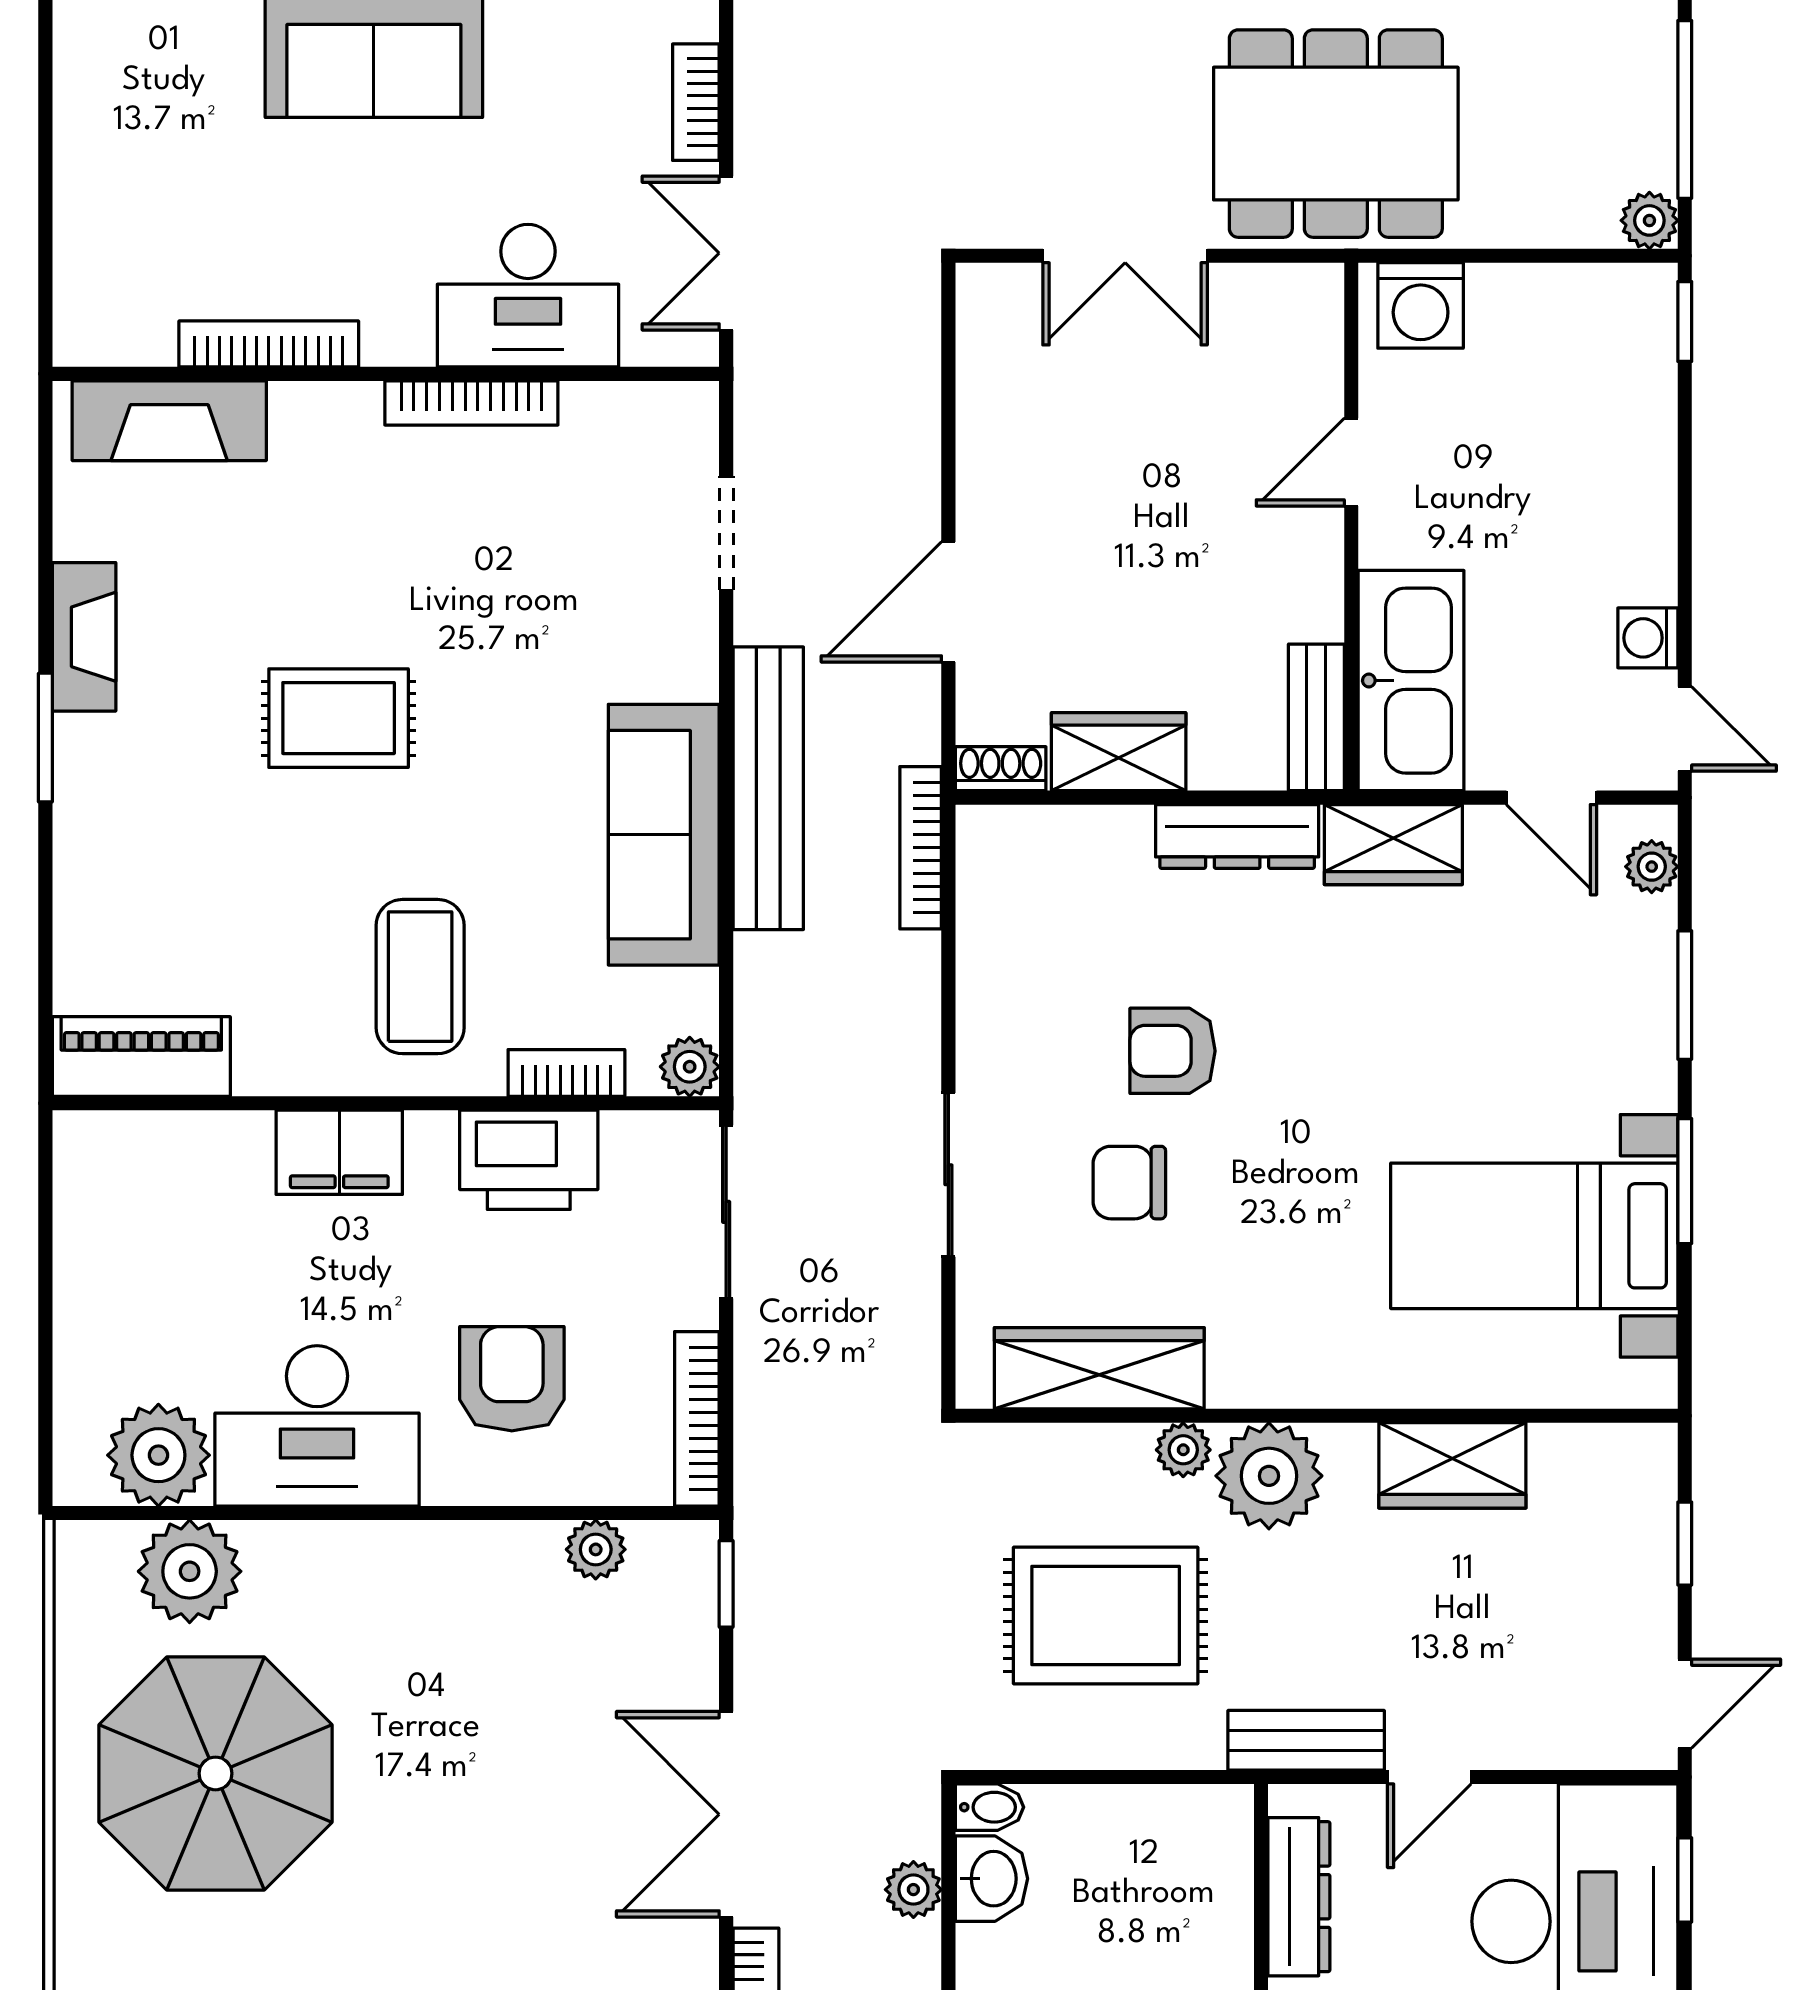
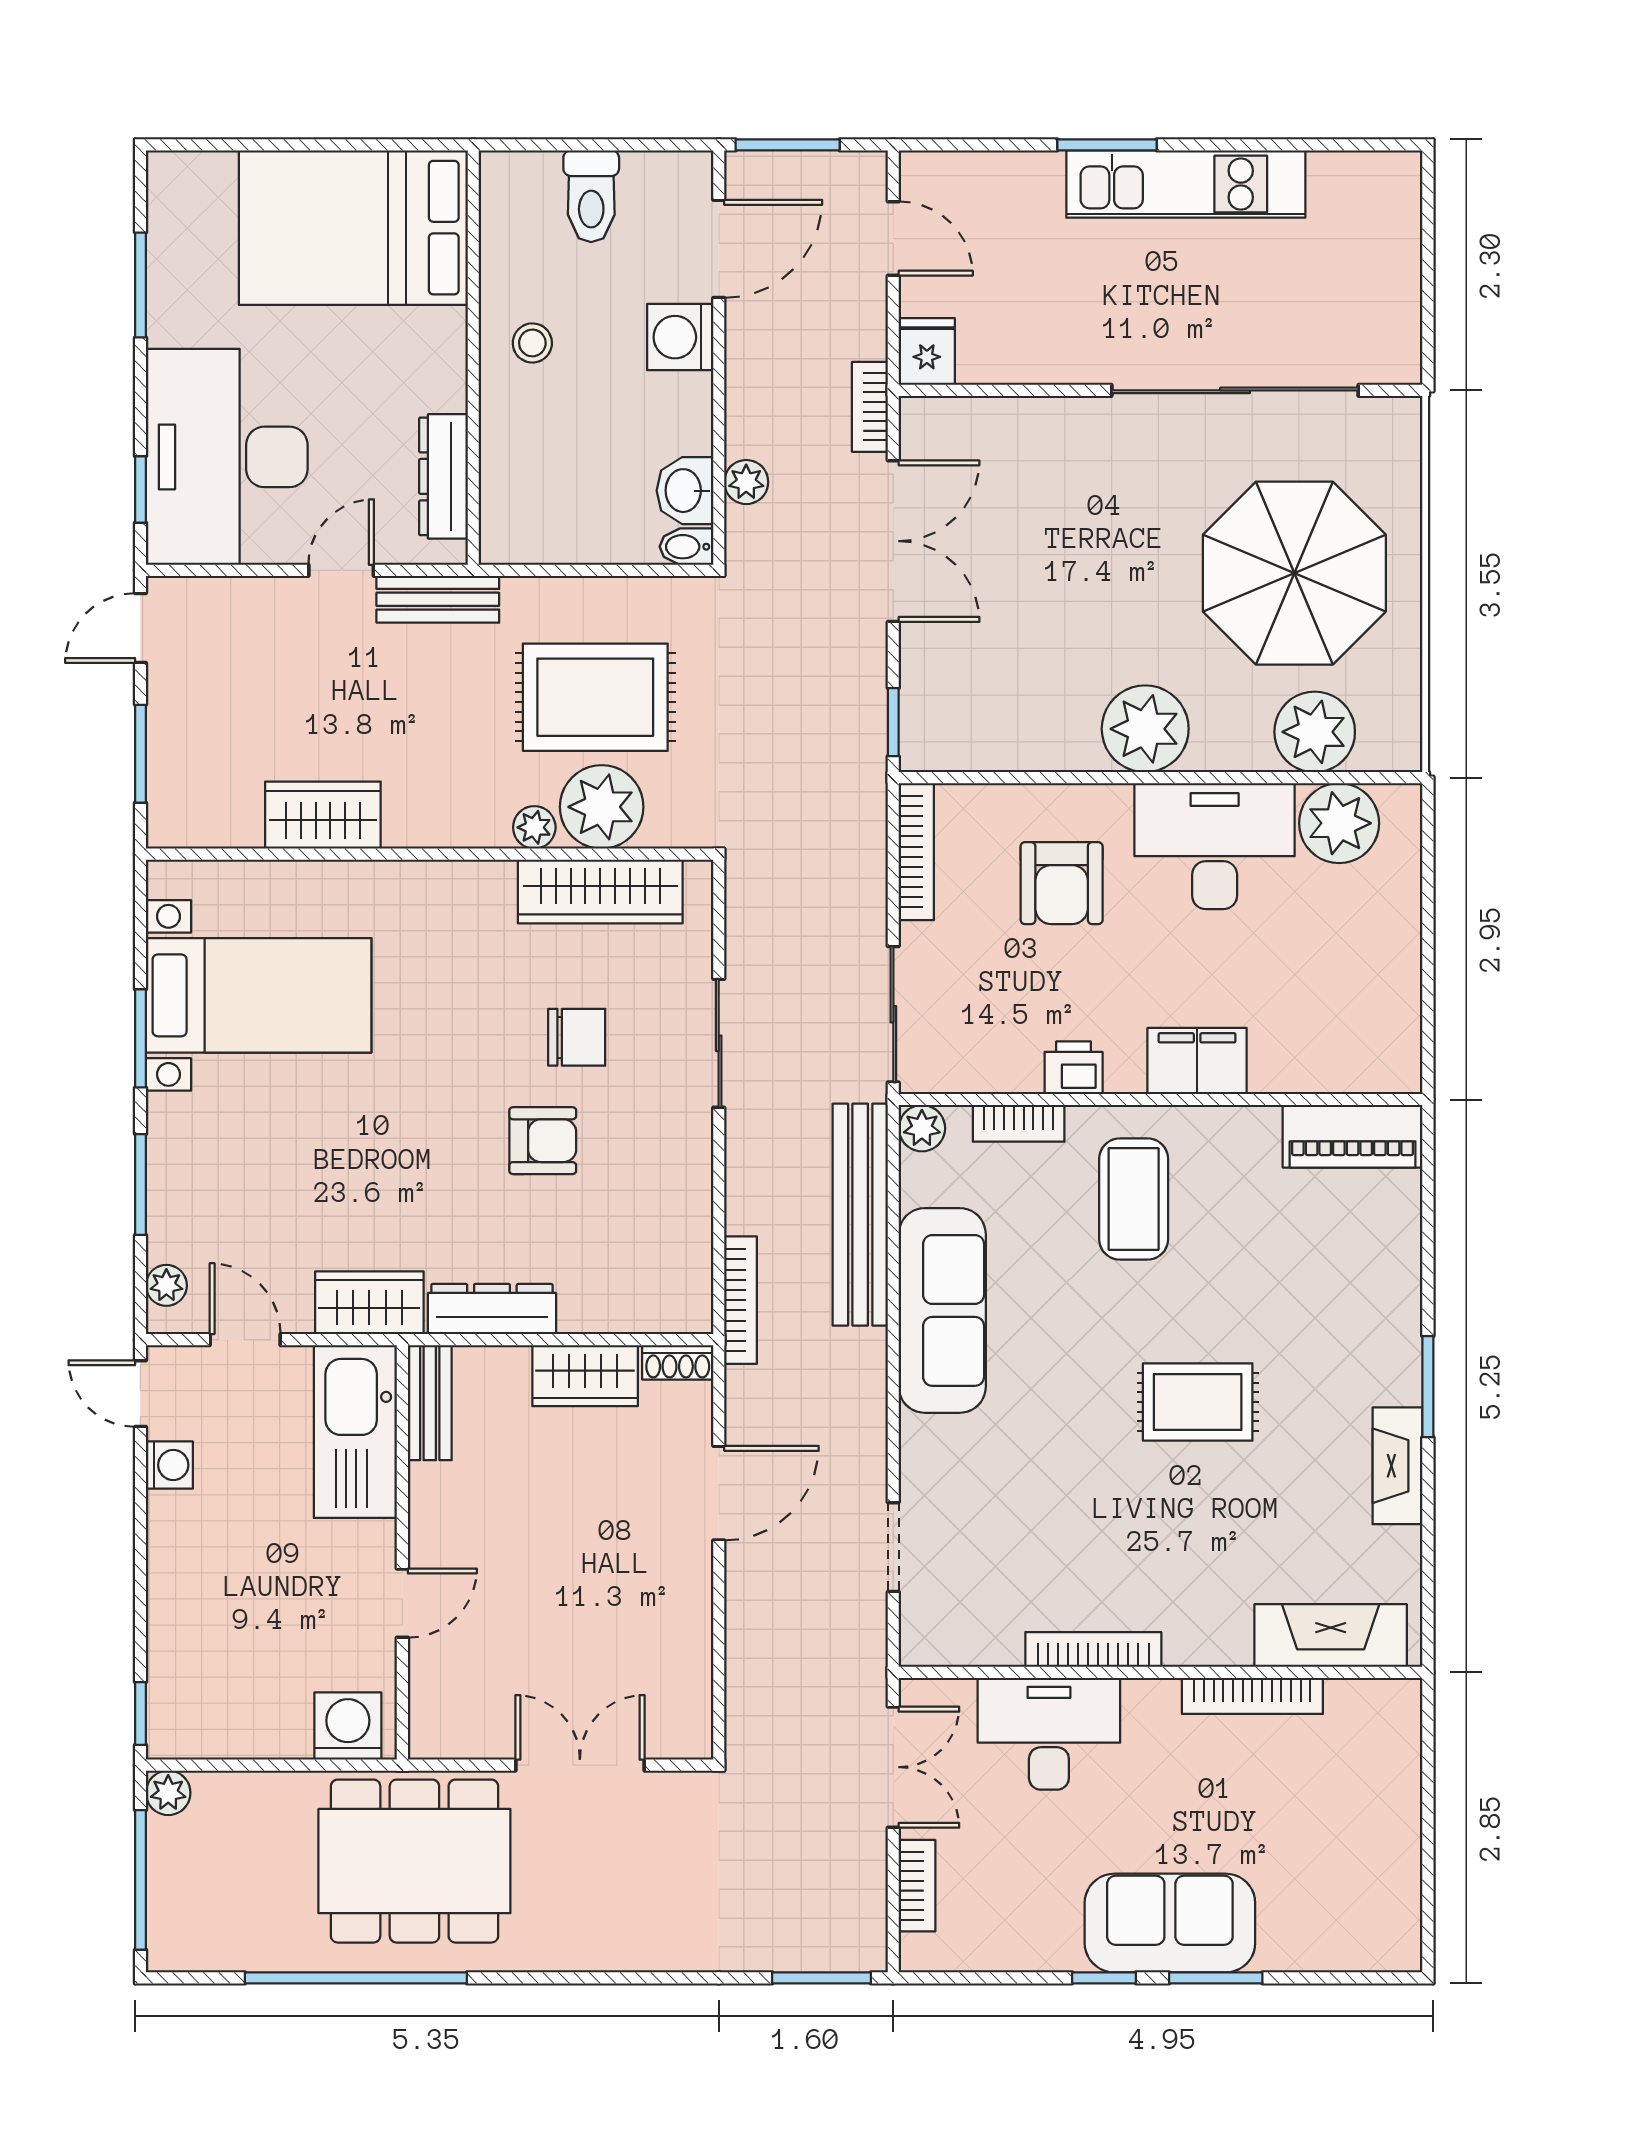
bench: (768, 788) -> (860, 1215), moved
printer: (529, 1160) -> (1074, 1068), width x0.53, depth x0.68
plant: (1269, 1476) -> (602, 807), moved
window: (1685, 1544) -> (140, 754), width x1.50
plant: (596, 1549) -> (1145, 729), moved, width x1.88, depth x1.88

